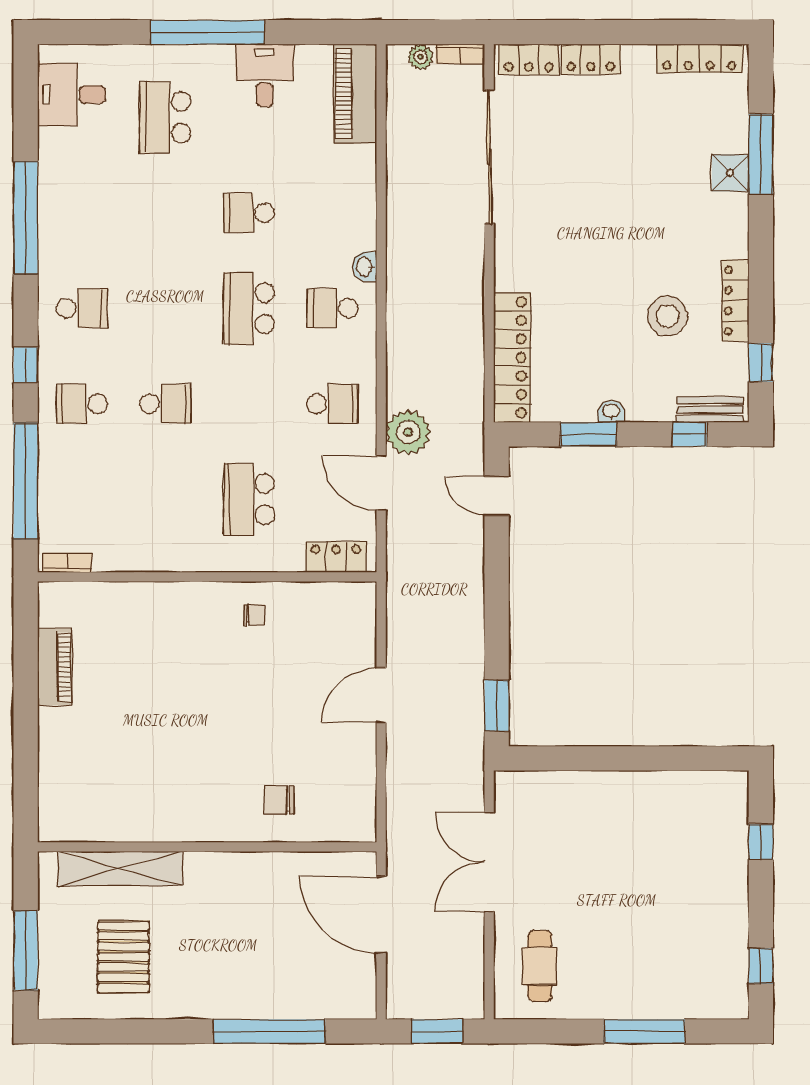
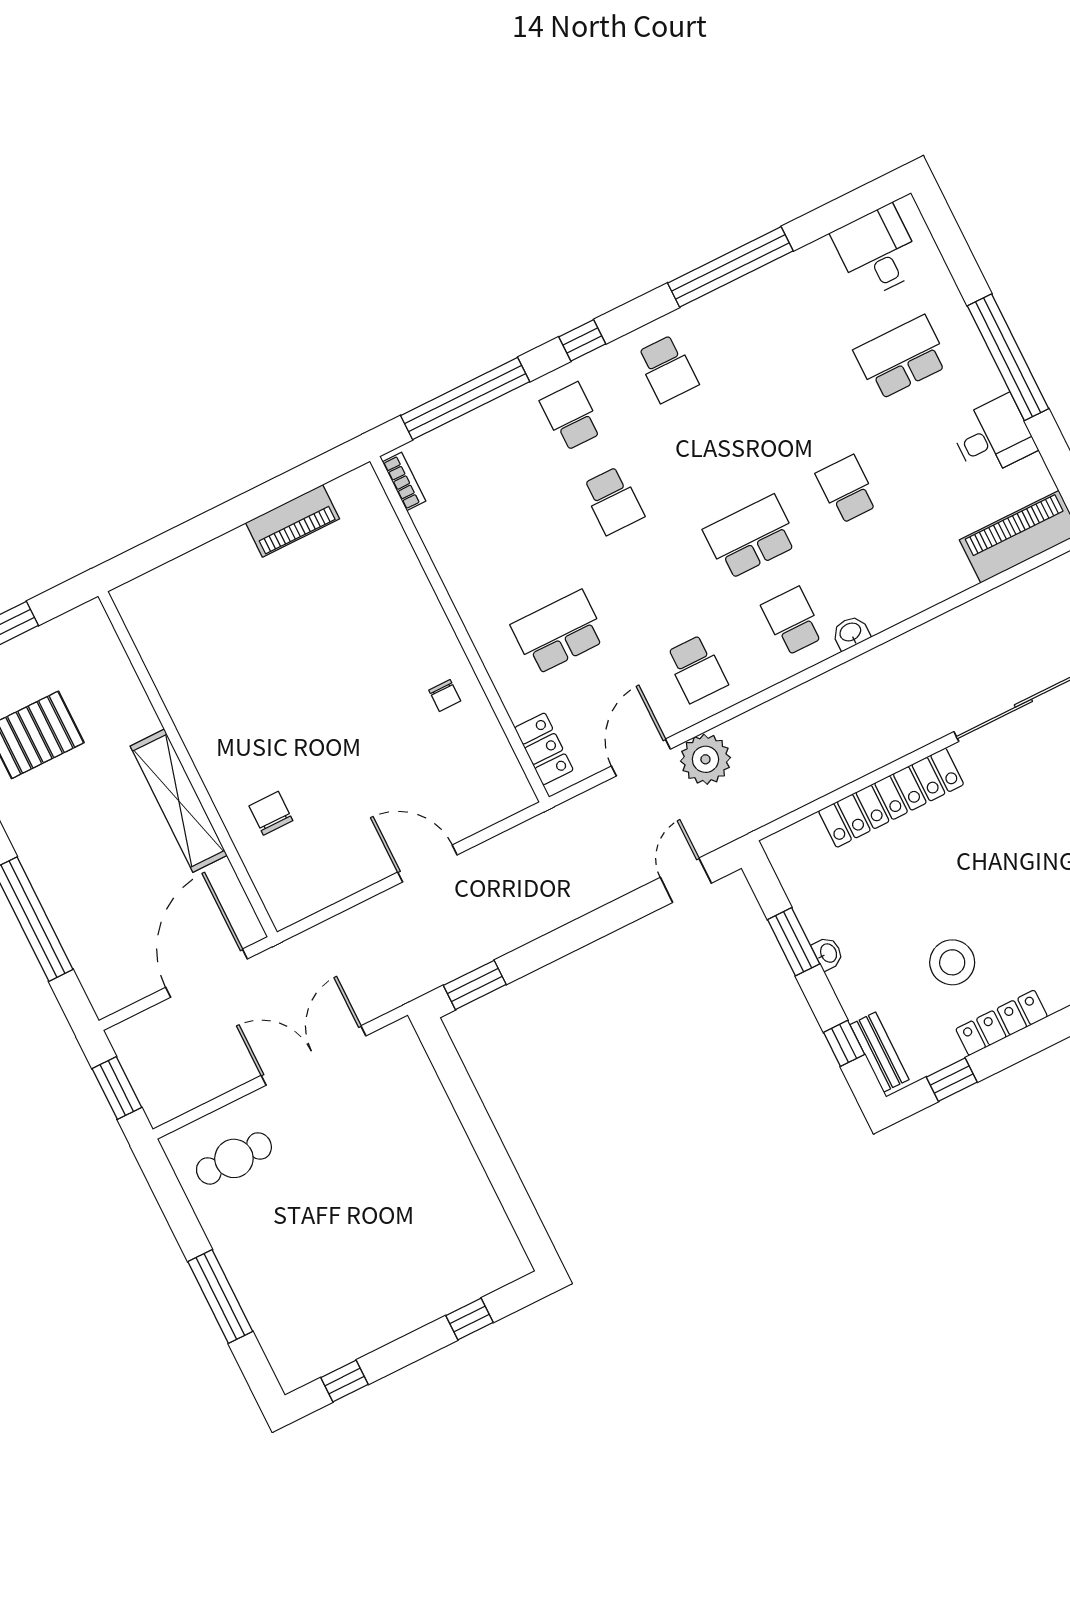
locker: (512, 357) -> (891, 798), moved
shelving: (120, 868) -> (179, 801), moved

